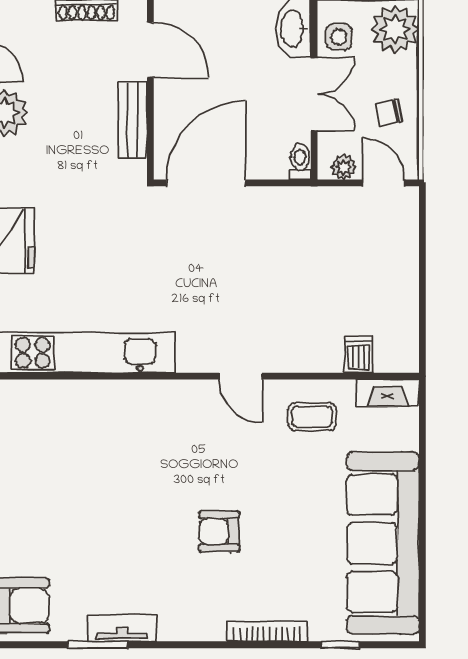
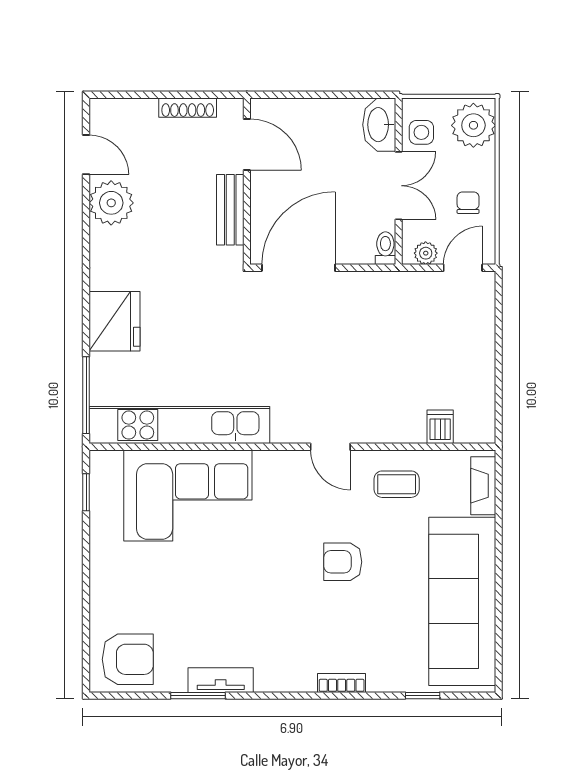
chair: (389, 113) -> (468, 203), turned 102
door: (384, 183) -> (463, 268), hinge flipped
fireplace: (388, 393) -> (483, 486), moved, turned 90
corner sofa: (87, 429) -> (188, 496), added
armchair: (219, 531) -> (343, 562), moved
bookcase: (267, 631) -> (342, 683), width x0.64

